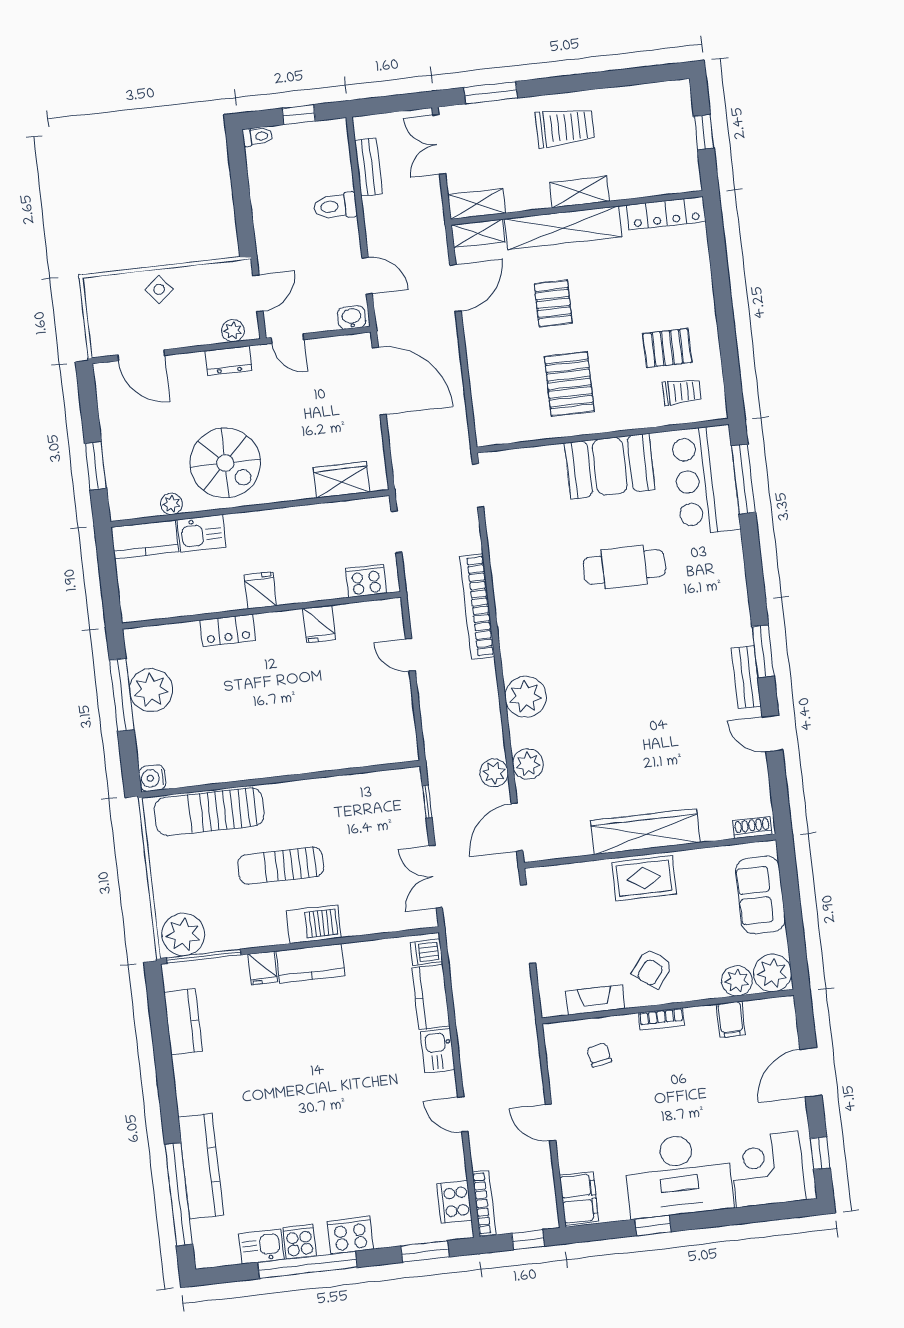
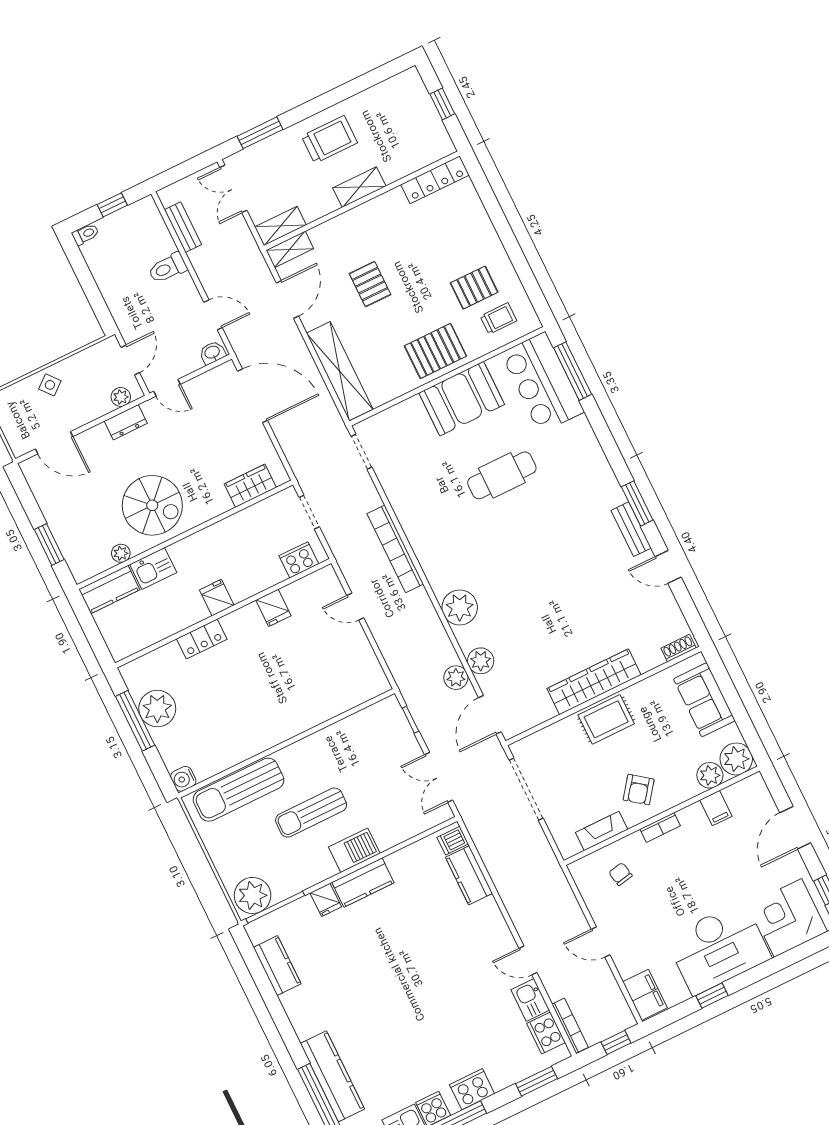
shelving: (563, 228) -> (340, 371), moved, turned 90
pallet: (569, 384) -> (435, 351), moved, turned 90
kitchen sink: (438, 1051) -> (530, 1000), moved

